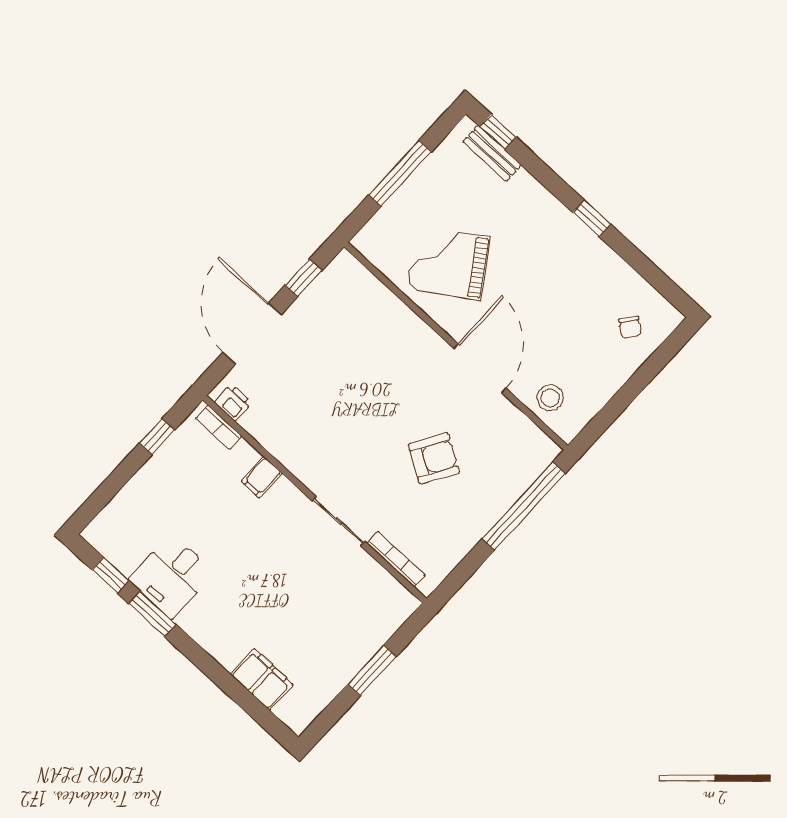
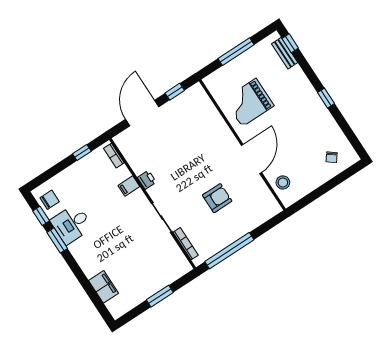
grand piano: (448, 263) -> (249, 103), turned -56
printer: (233, 403) -> (147, 180), moved
armchair: (434, 458) -> (217, 198), turned -31
window: (524, 506) -> (229, 251), moved
chair: (119, 541) -> (50, 200), added

